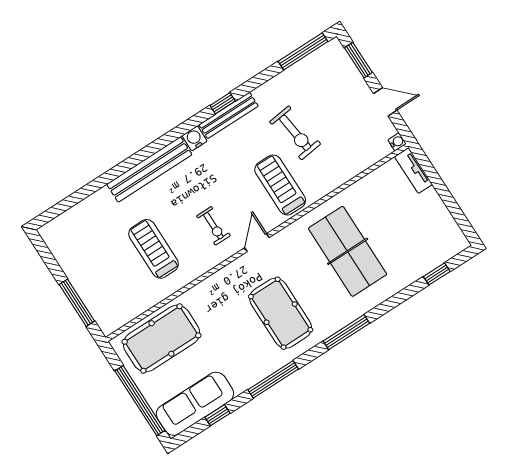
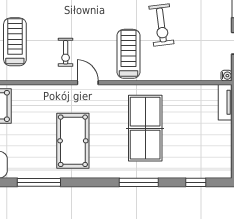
door: (257, 243) -> (88, 83), hinge flipped
window: (346, 332) -> (139, 182), moved

